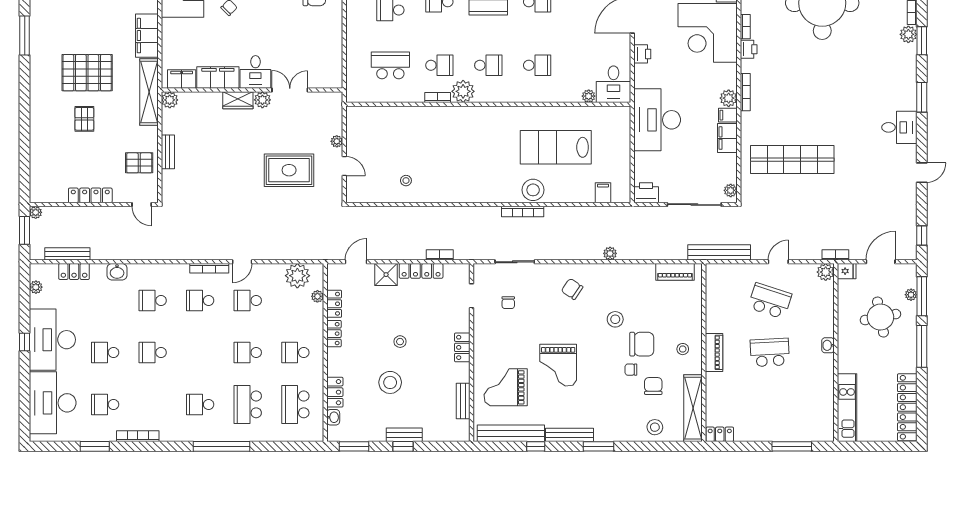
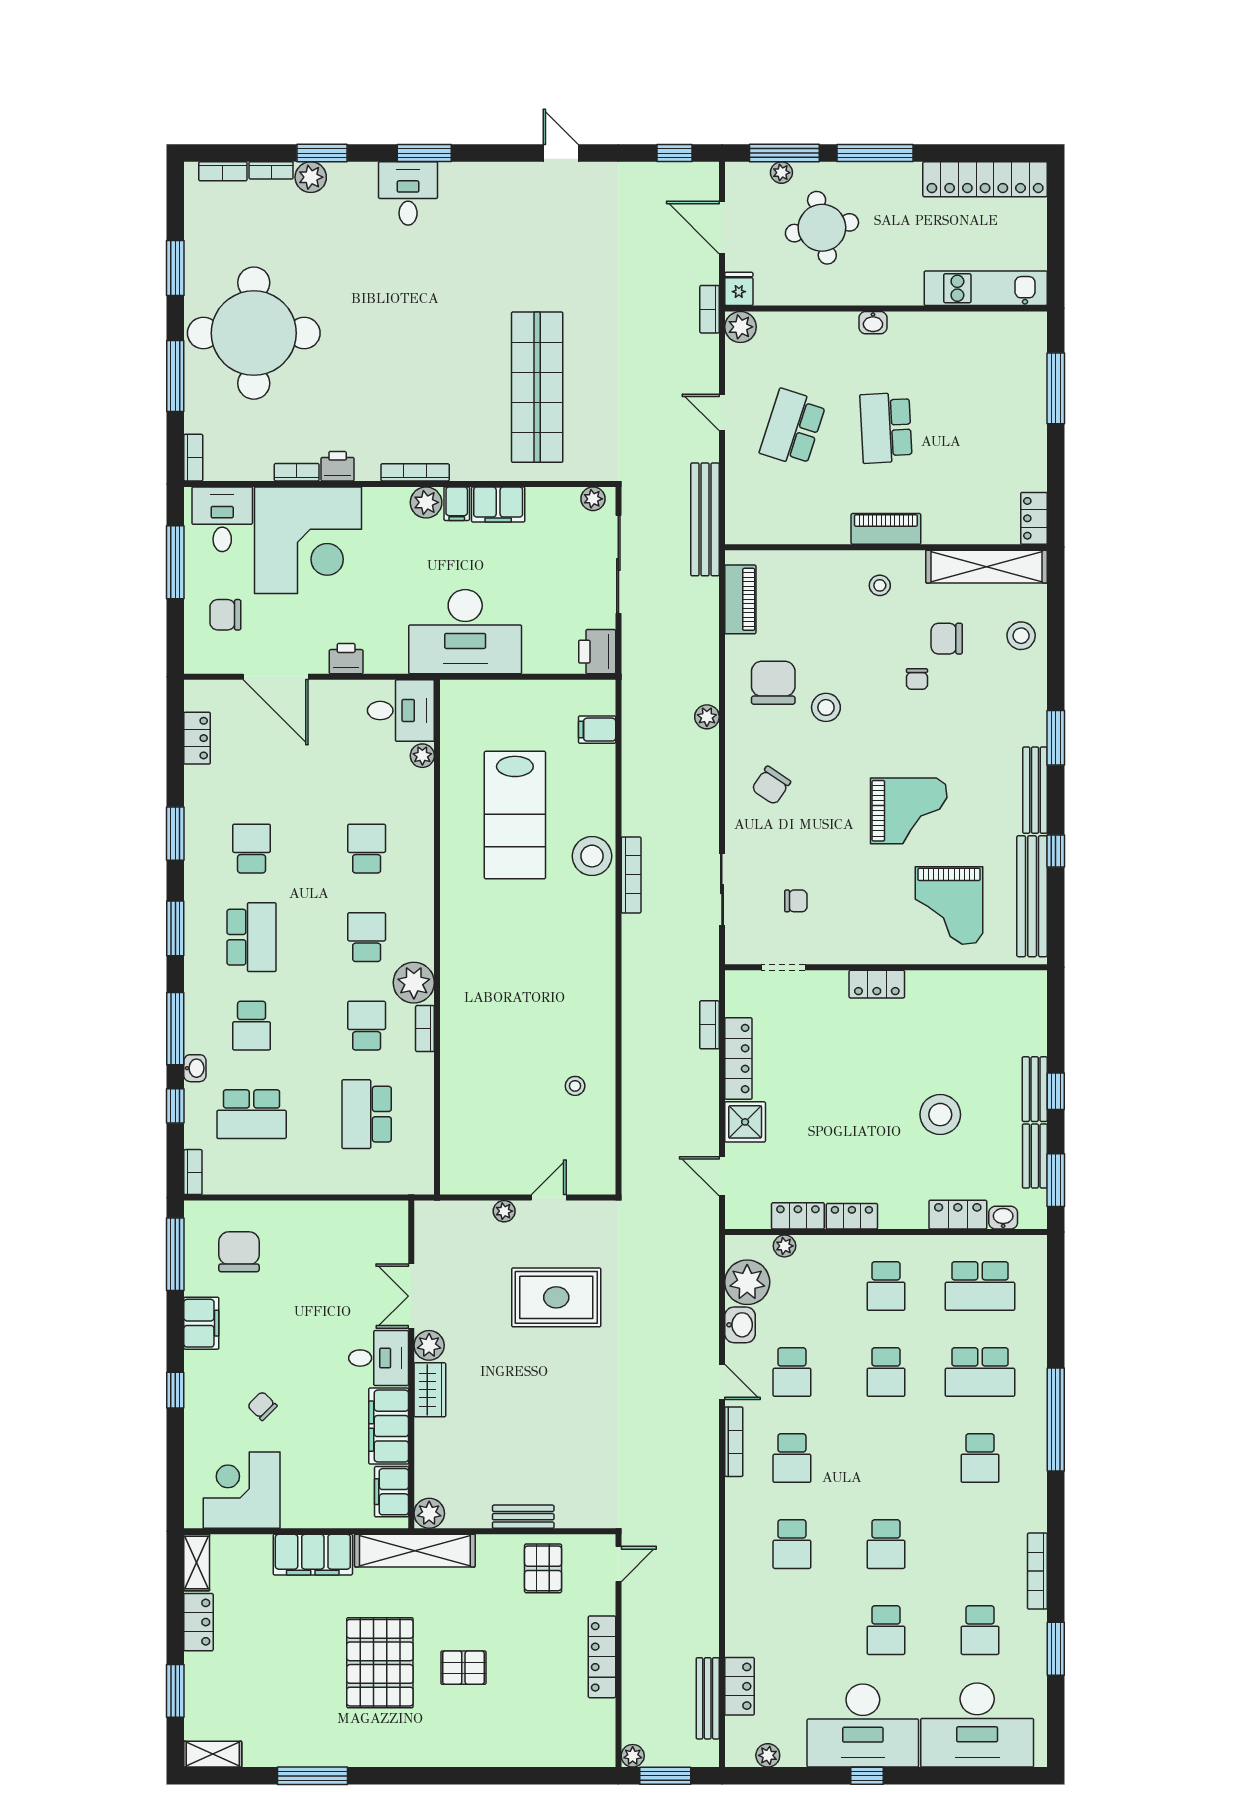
desk: (899, 127) -> (408, 193), moved
rug: (289, 170) -> (556, 1297), turned 90
washbasin: (117, 272) -> (740, 1325), moved
stool: (400, 342) -> (866, 1097), removed
chair: (642, 344) -> (773, 683), moved
bench: (463, 401) -> (1035, 1156), moved, turned 90

